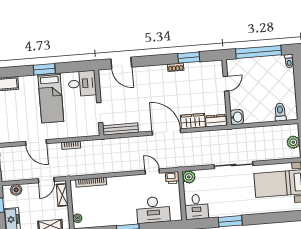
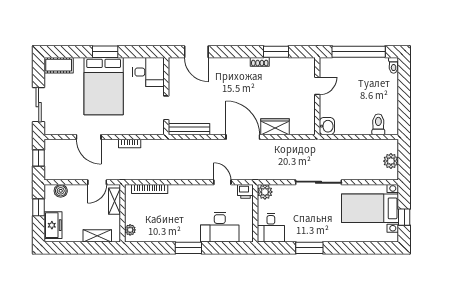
bed: (51, 98) -> (104, 86), width x1.50
dresser: (216, 121) -> (302, 128), removed

